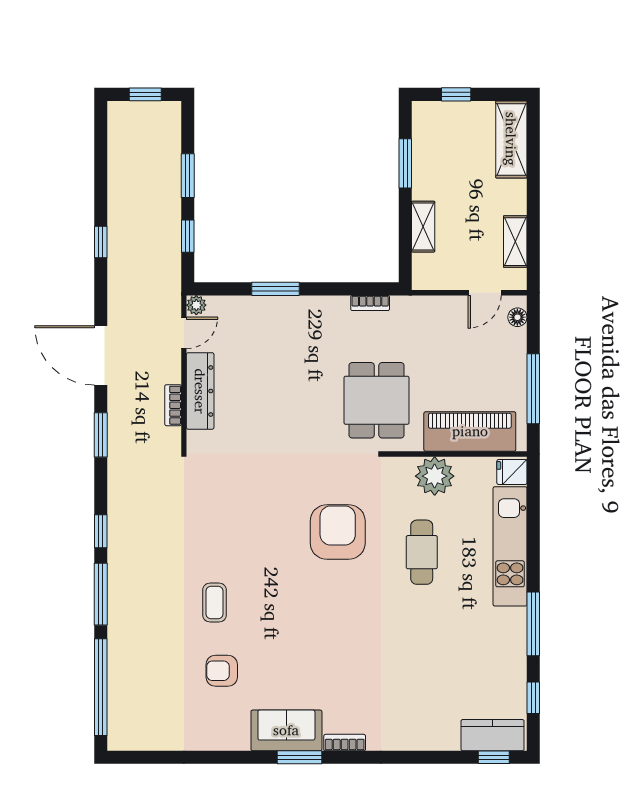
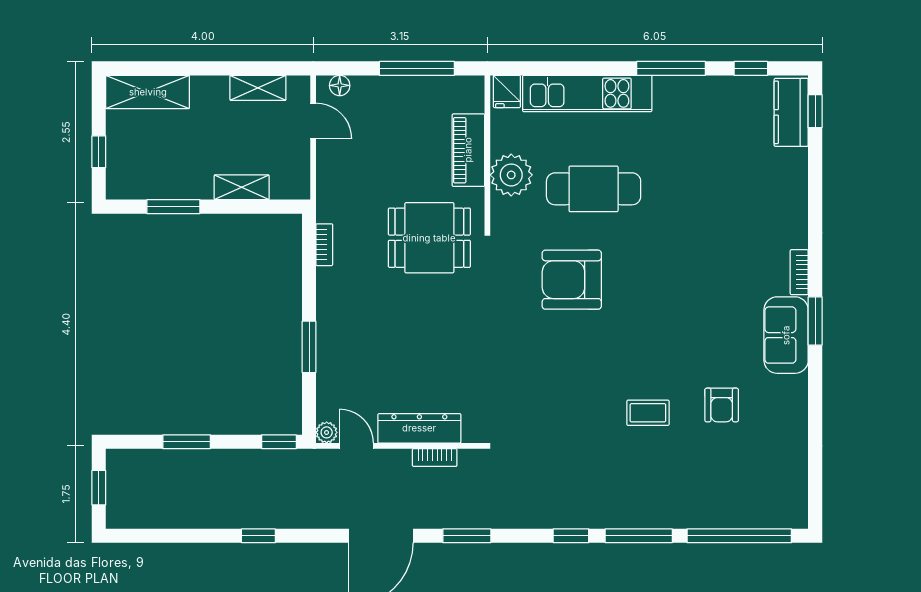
window: (188, 236) -> (279, 442), moved
piano: (470, 431) -> (468, 150), width x0.73, depth x0.75
cafe table: (422, 552) -> (594, 189), width x1.37, depth x1.35

